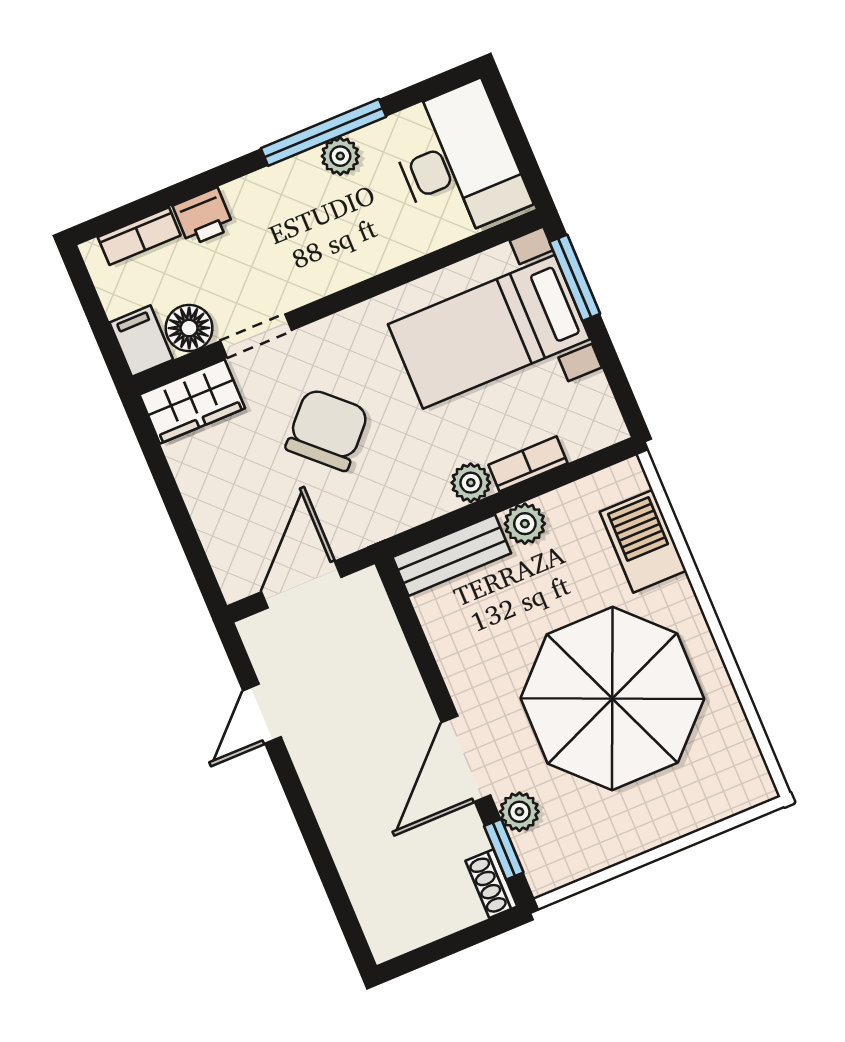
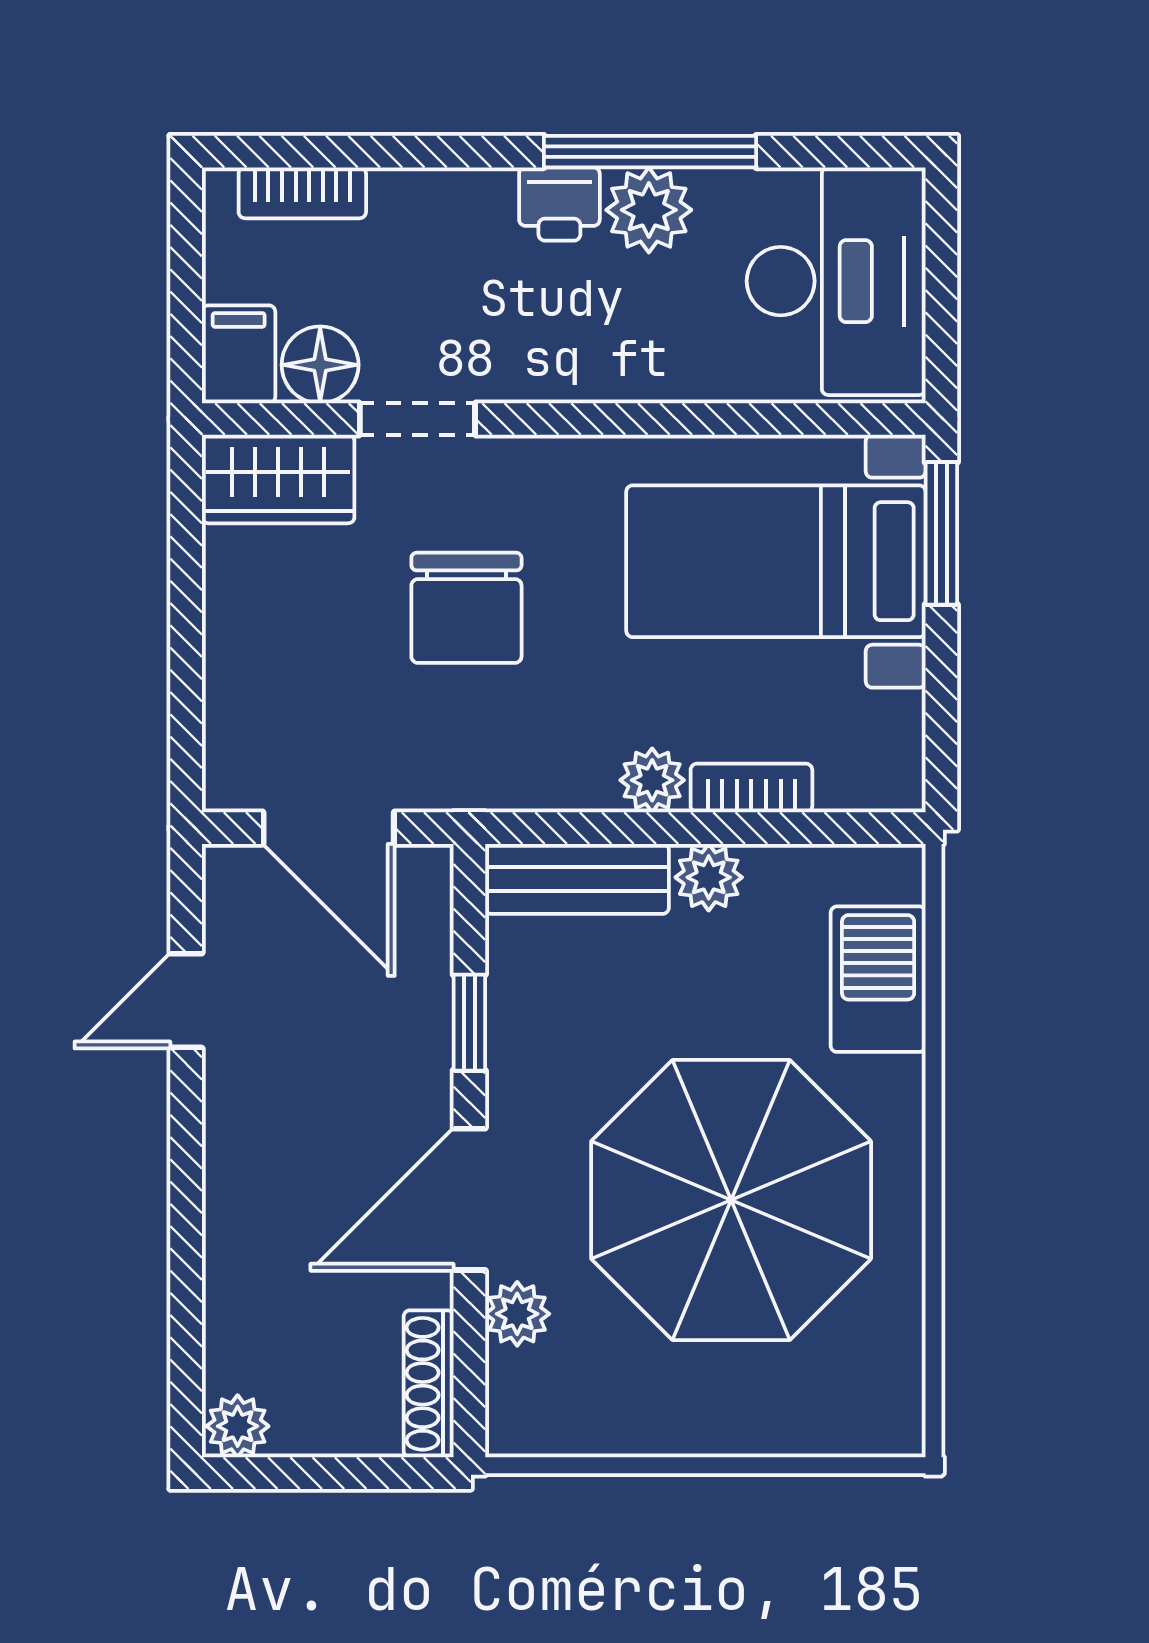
plant: (340, 156) -> (649, 210), width x1.38, depth x1.38
printer: (203, 217) -> (559, 204), moved
chair: (327, 430) -> (466, 608), turned 137
door: (301, 584) -> (329, 828), swing flipped
window: (504, 849) -> (469, 1023), moved
shoe rack: (491, 884) -> (429, 1384), width x1.43
plant: (389, 939) -> (238, 1426), added

